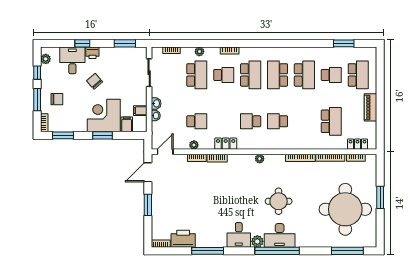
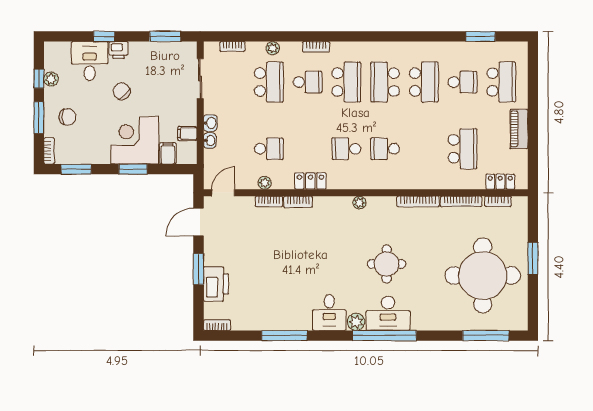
plant: (46, 59) -> (51, 79), moved
printer: (183, 239) -> (216, 284), moved, turned 90

